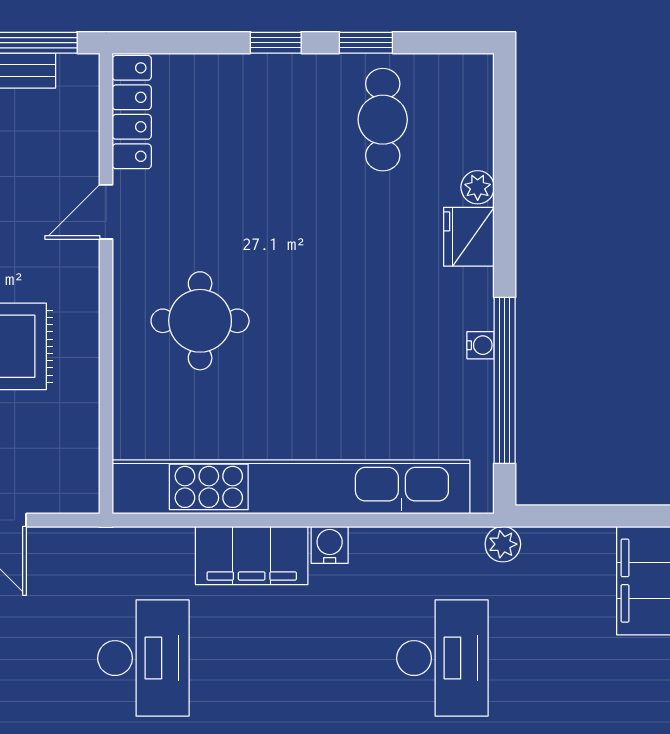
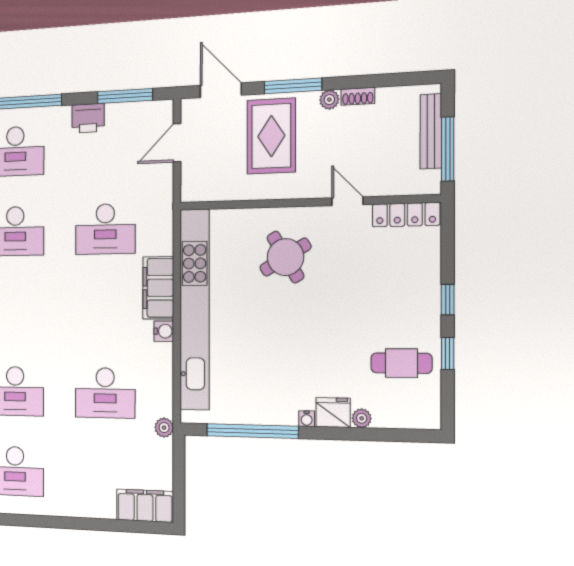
round table: (200, 321) -> (285, 257), turned -31
water cooler: (481, 345) -> (307, 419), moved

